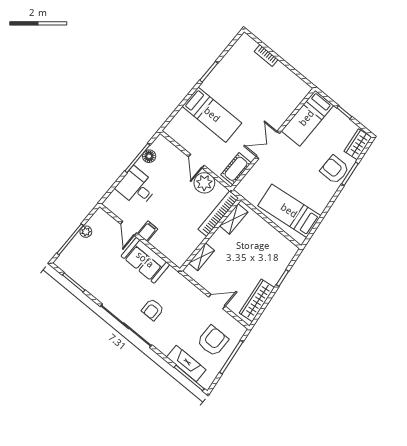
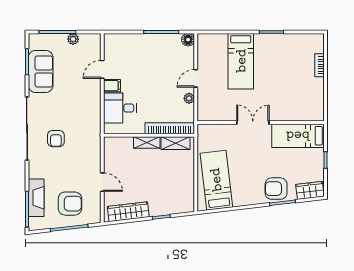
floor lamp: (149, 156) -> (188, 40), moved
cot: (236, 169) -> (215, 113), removed
armchair: (335, 170) -> (276, 189), turned -90
plant: (204, 183) -> (189, 98), width x0.53, depth x0.53
desk: (137, 187) -> (120, 108), moved, turned -90
shelving: (202, 257) -> (147, 142), moved
sofa: (145, 260) -> (41, 71), moved, turned 180
armchair: (153, 310) -> (56, 139), turned -90

